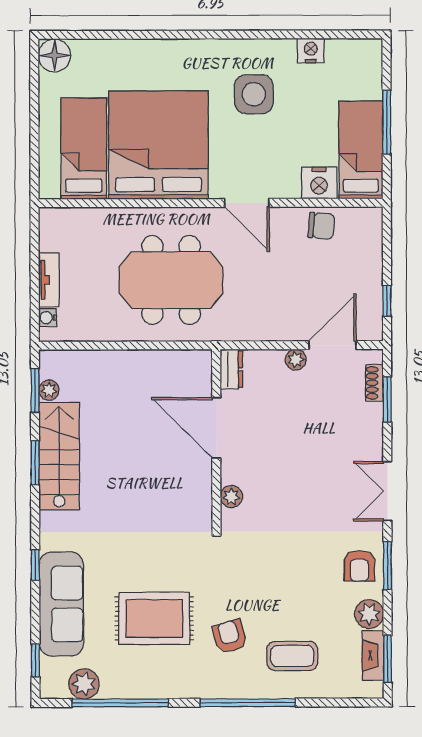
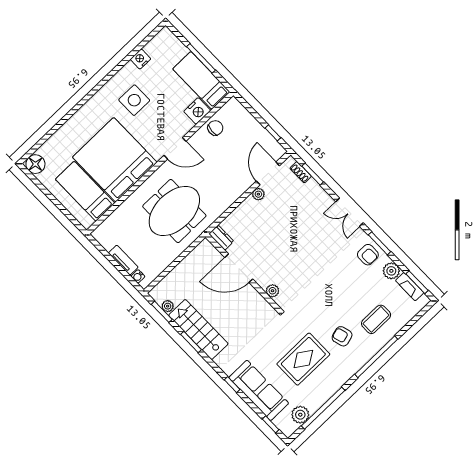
dresser: (231, 369) -> (221, 238), moved
door: (216, 428) -> (239, 268), moved
wall: (216, 439) -> (243, 273), moved
plant: (231, 497) -> (273, 291), moved

